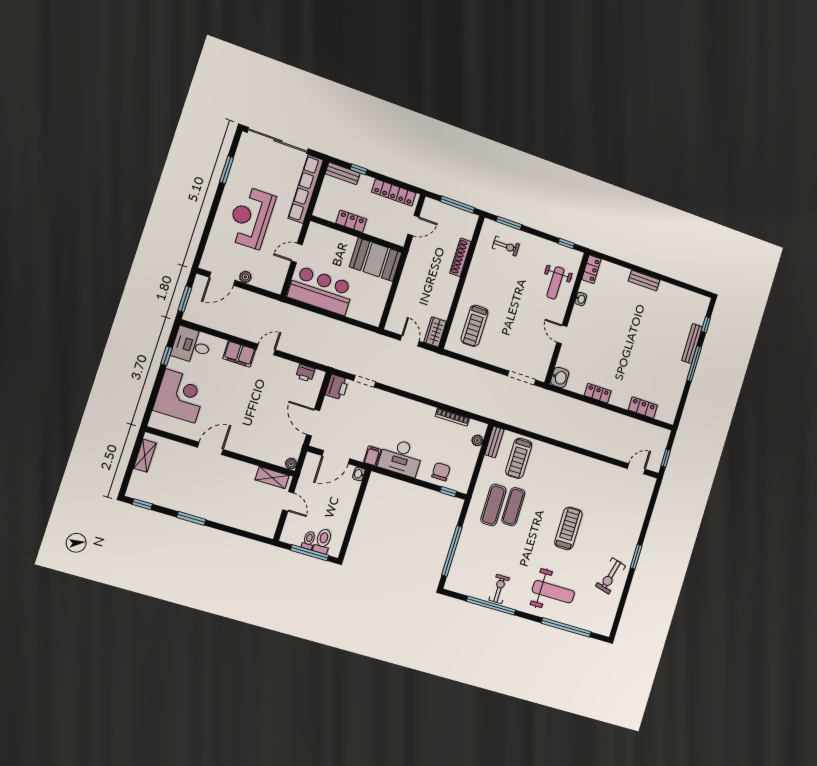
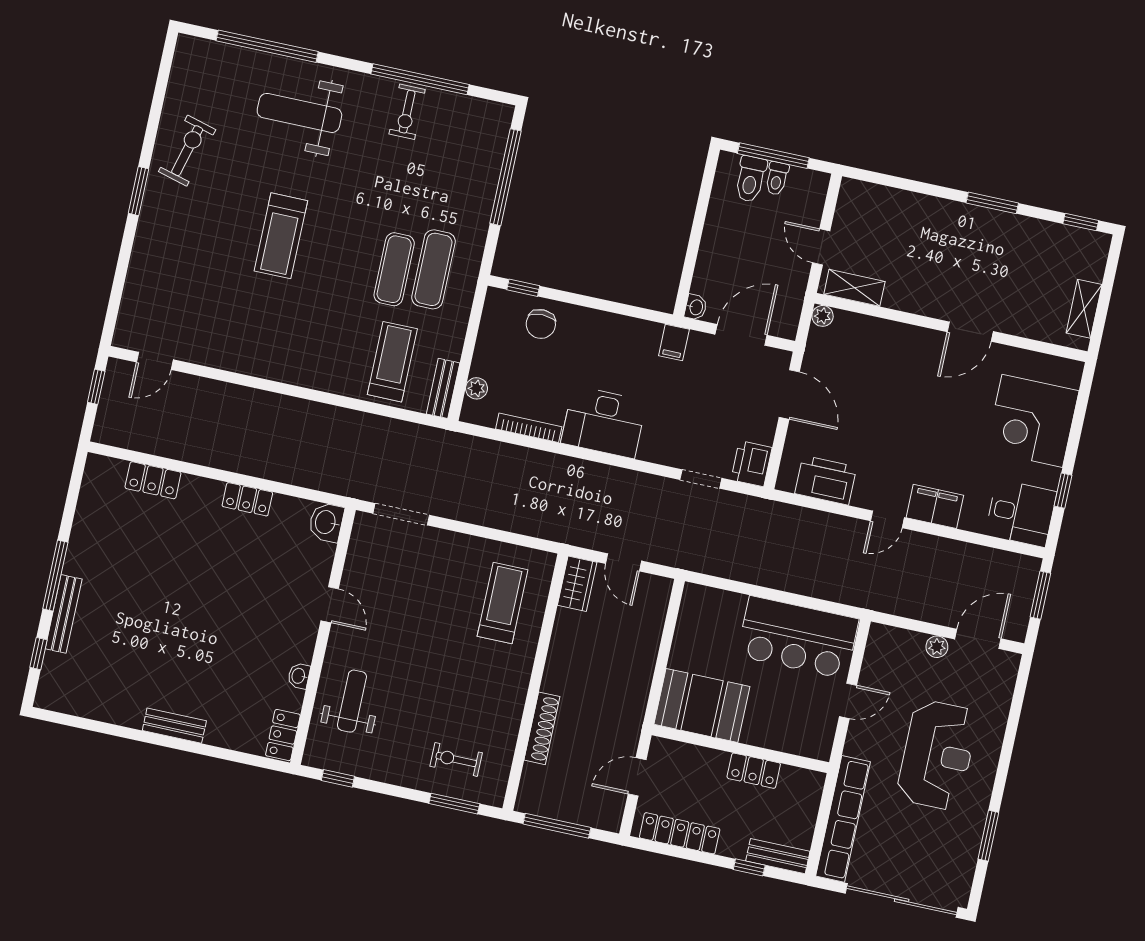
printer: (305, 373) -> (826, 480), width x1.87, depth x1.48
desk: (401, 457) -> (604, 422), moved, turned 180

